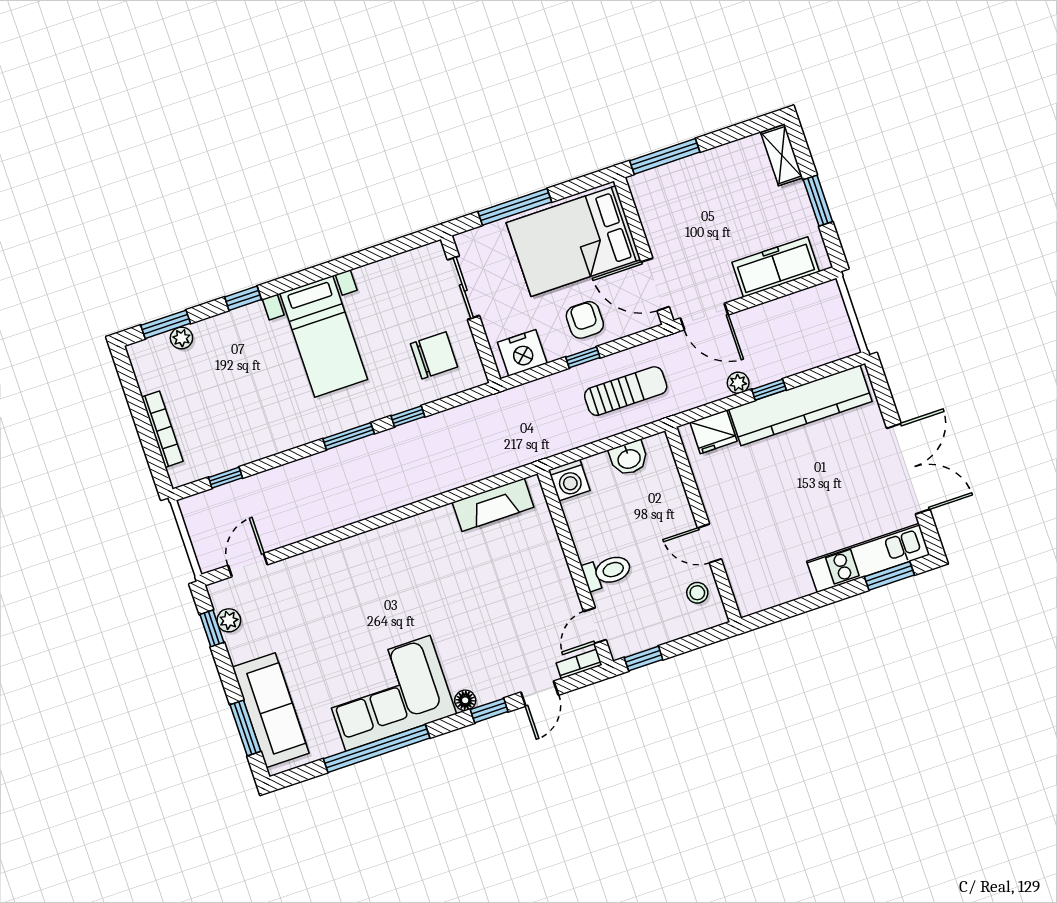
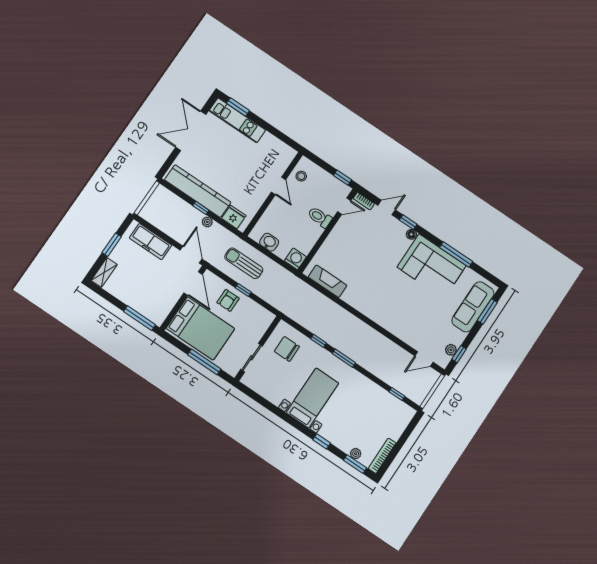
nightstand: (522, 353) -> (260, 315), removed
bookcase: (162, 429) -> (382, 456), moved
window: (377, 748) -> (456, 255), width x0.68

